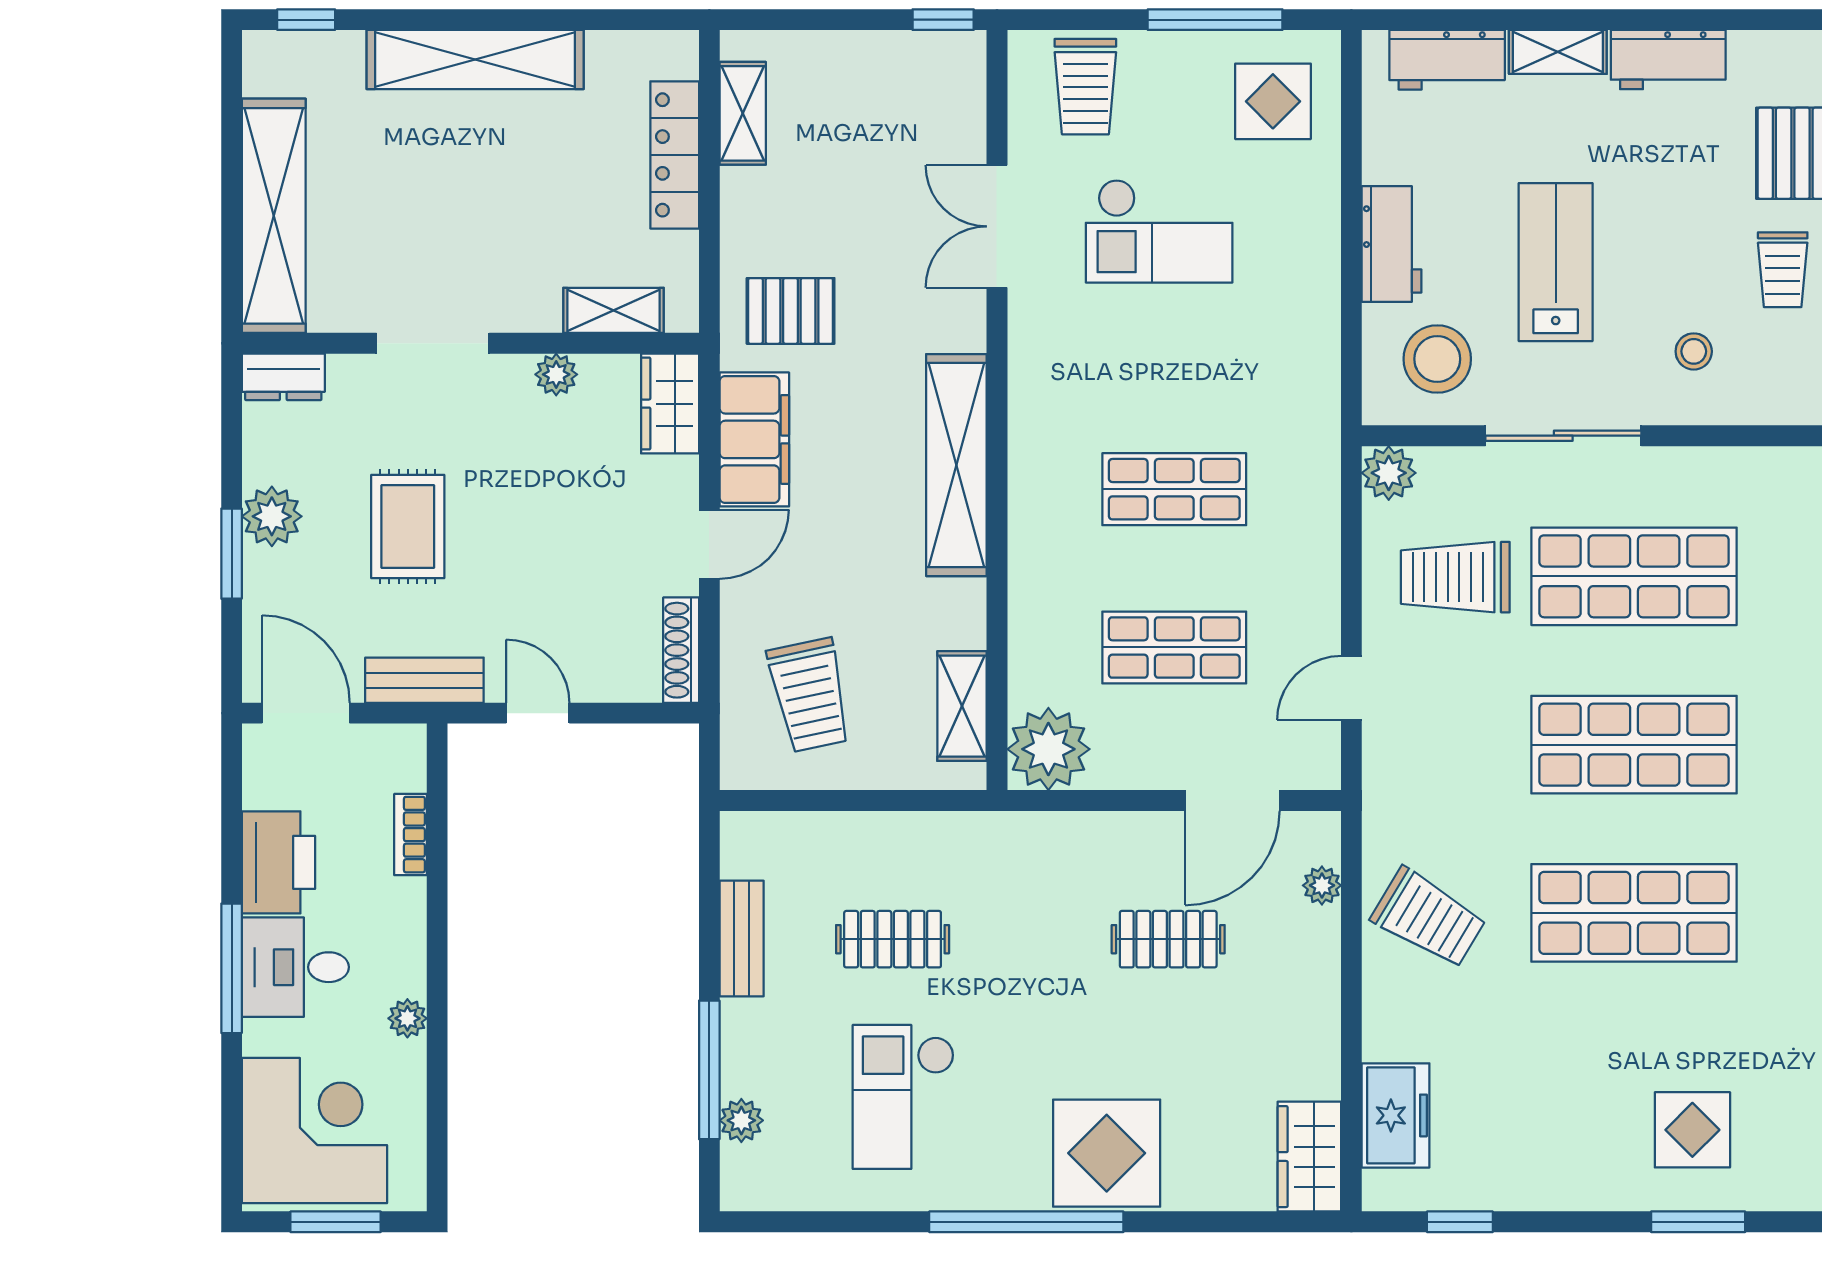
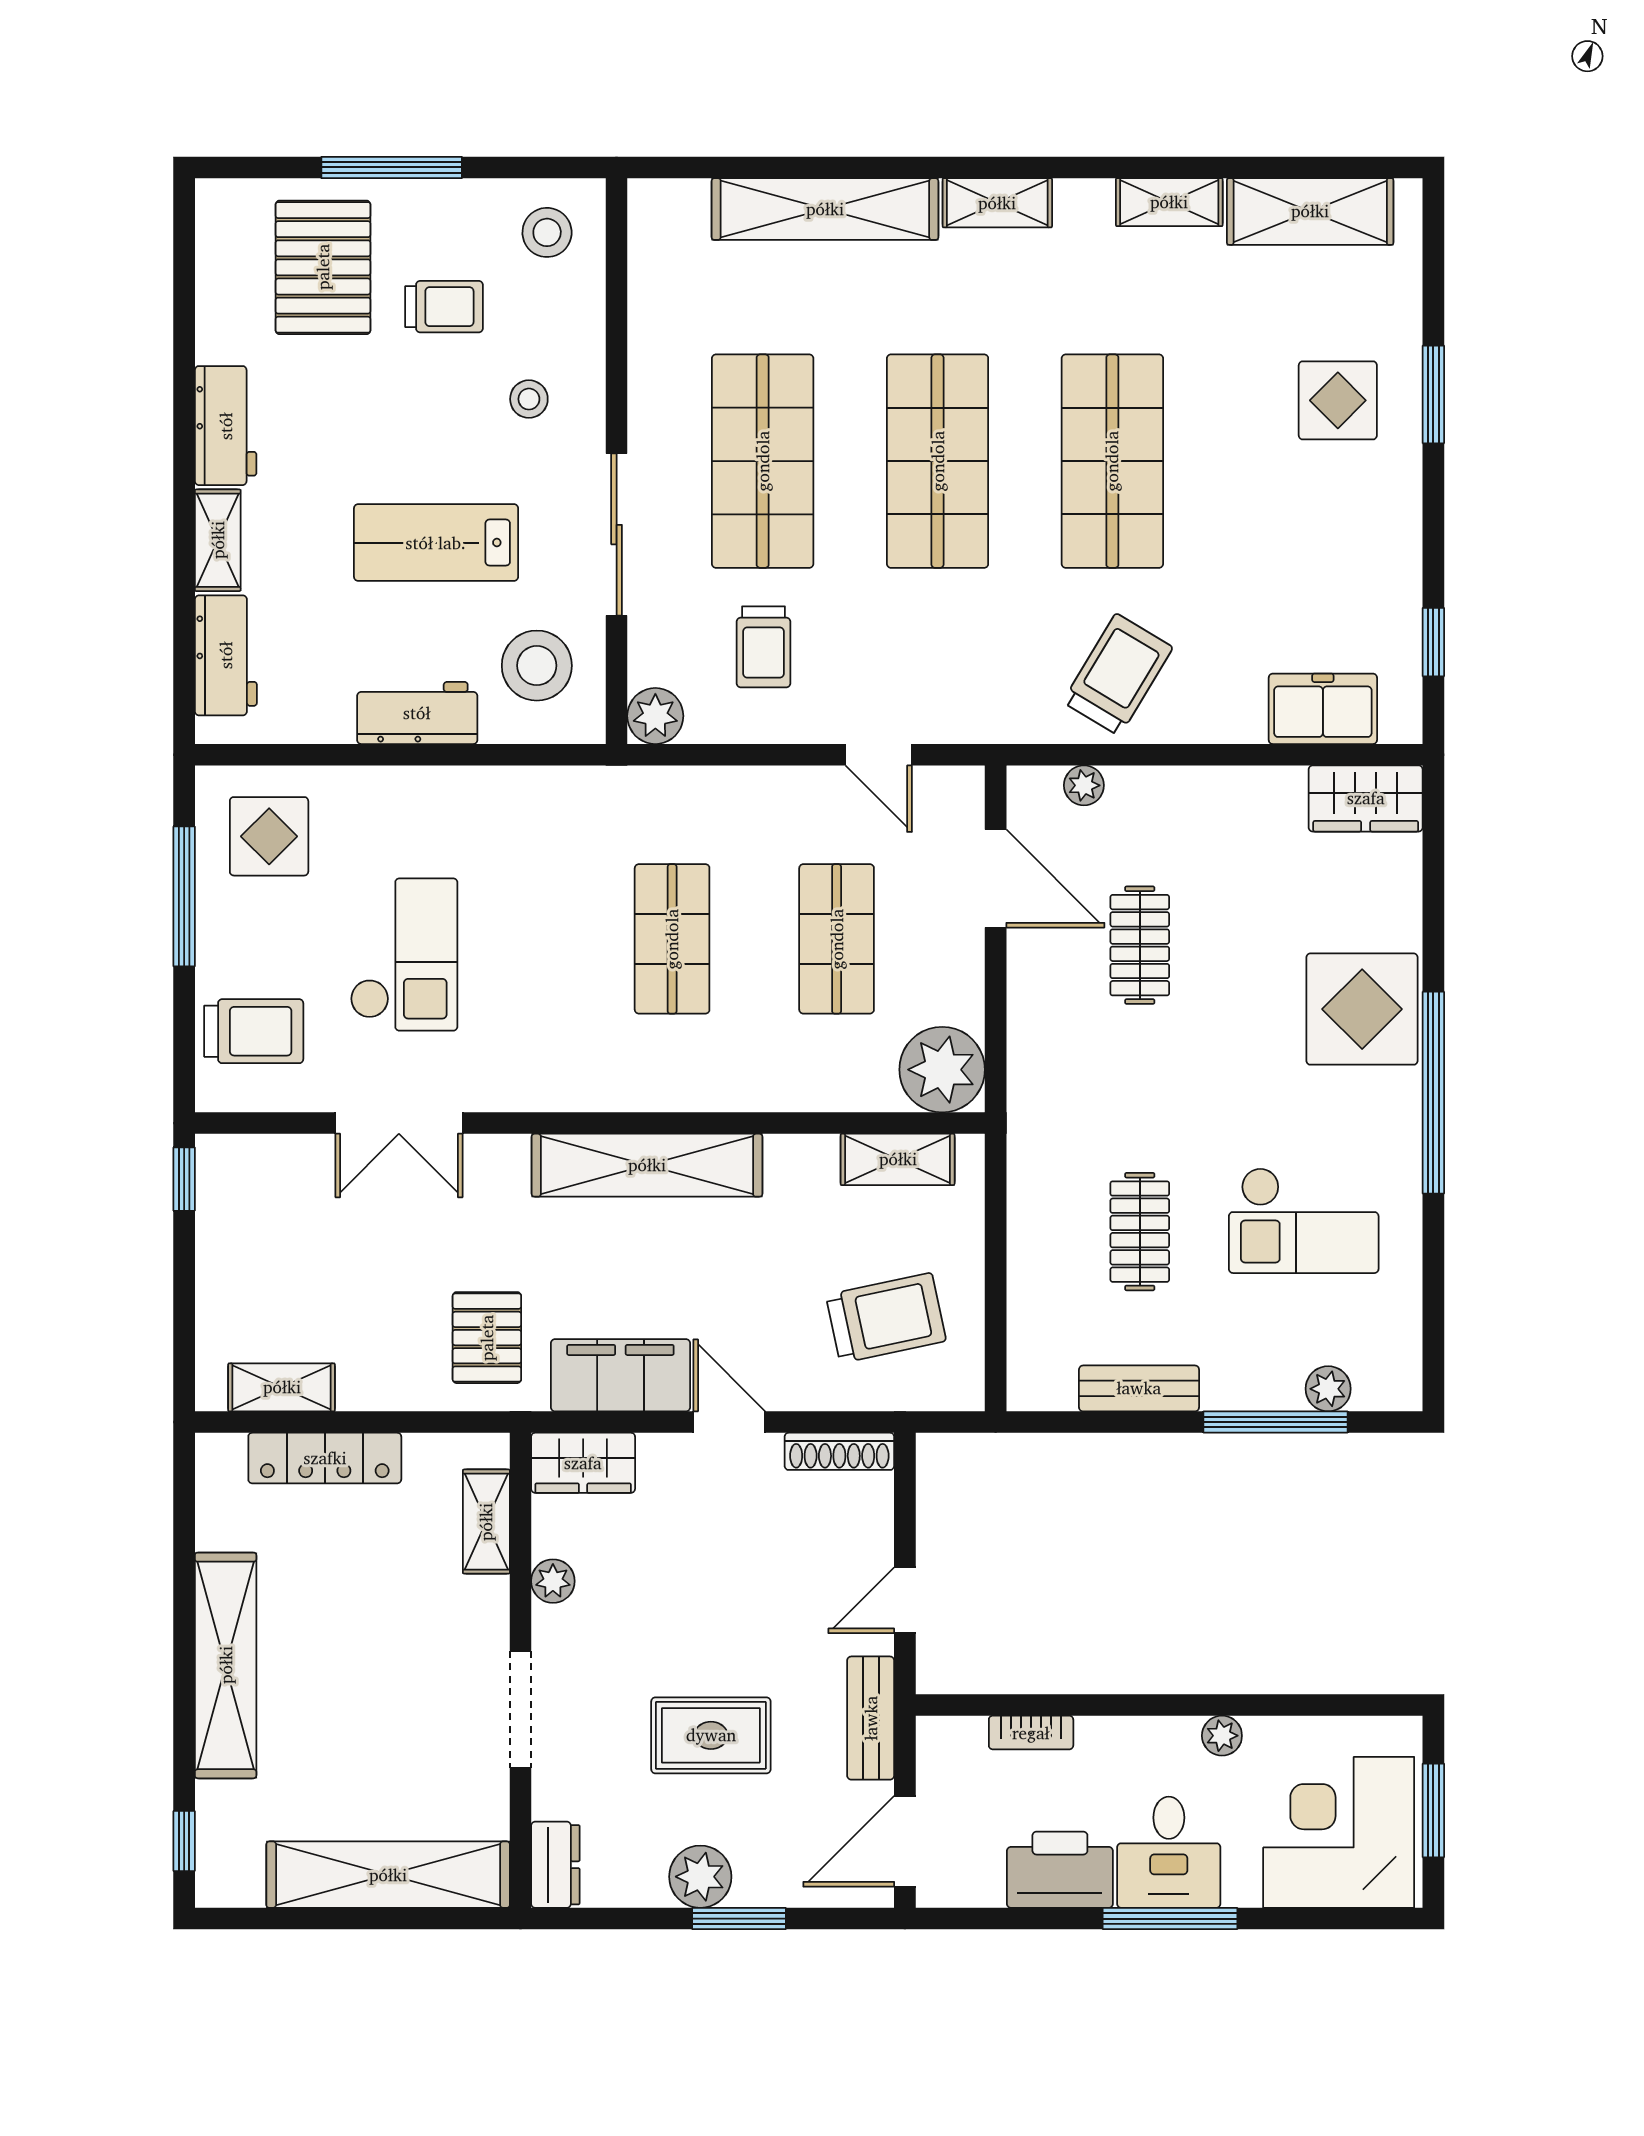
trolley: (1455, 577) -> (763, 647), width x0.73, depth x0.72

